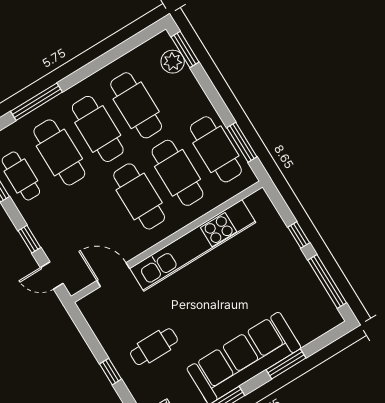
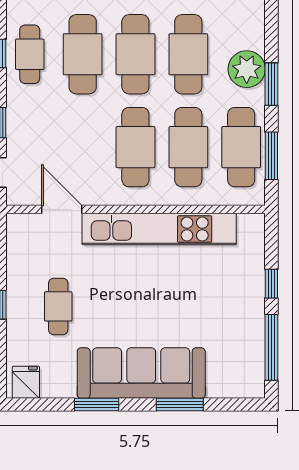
window: (185, 50) -> (271, 84), moved
plant: (173, 62) -> (247, 69), moved, width x1.36, depth x1.36
cafe table: (154, 347) -> (58, 306), turned 90

